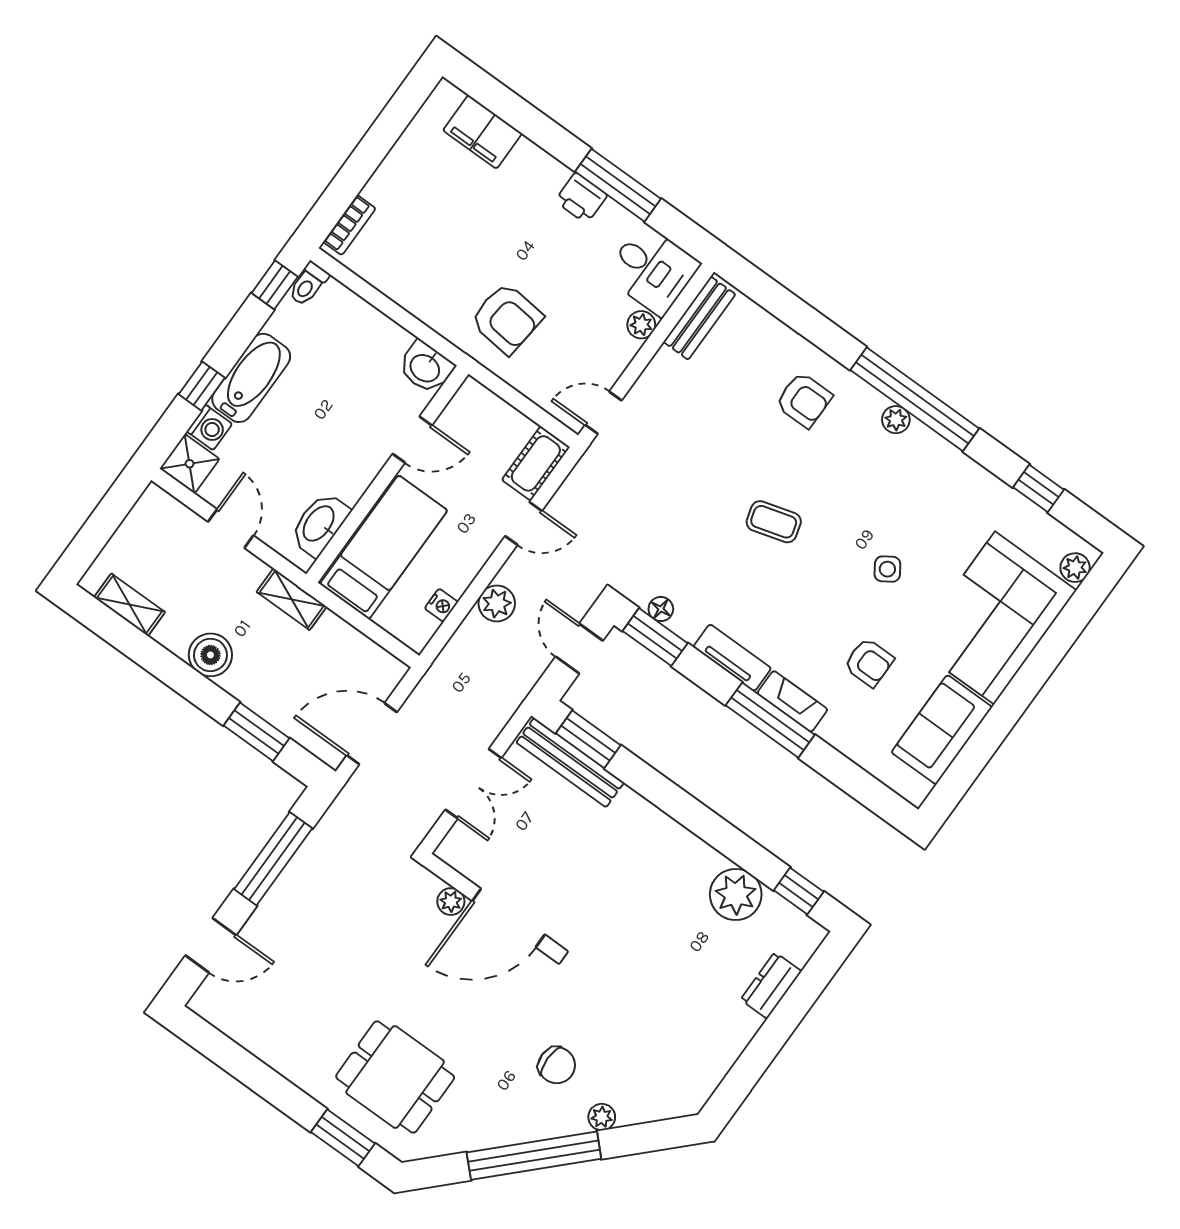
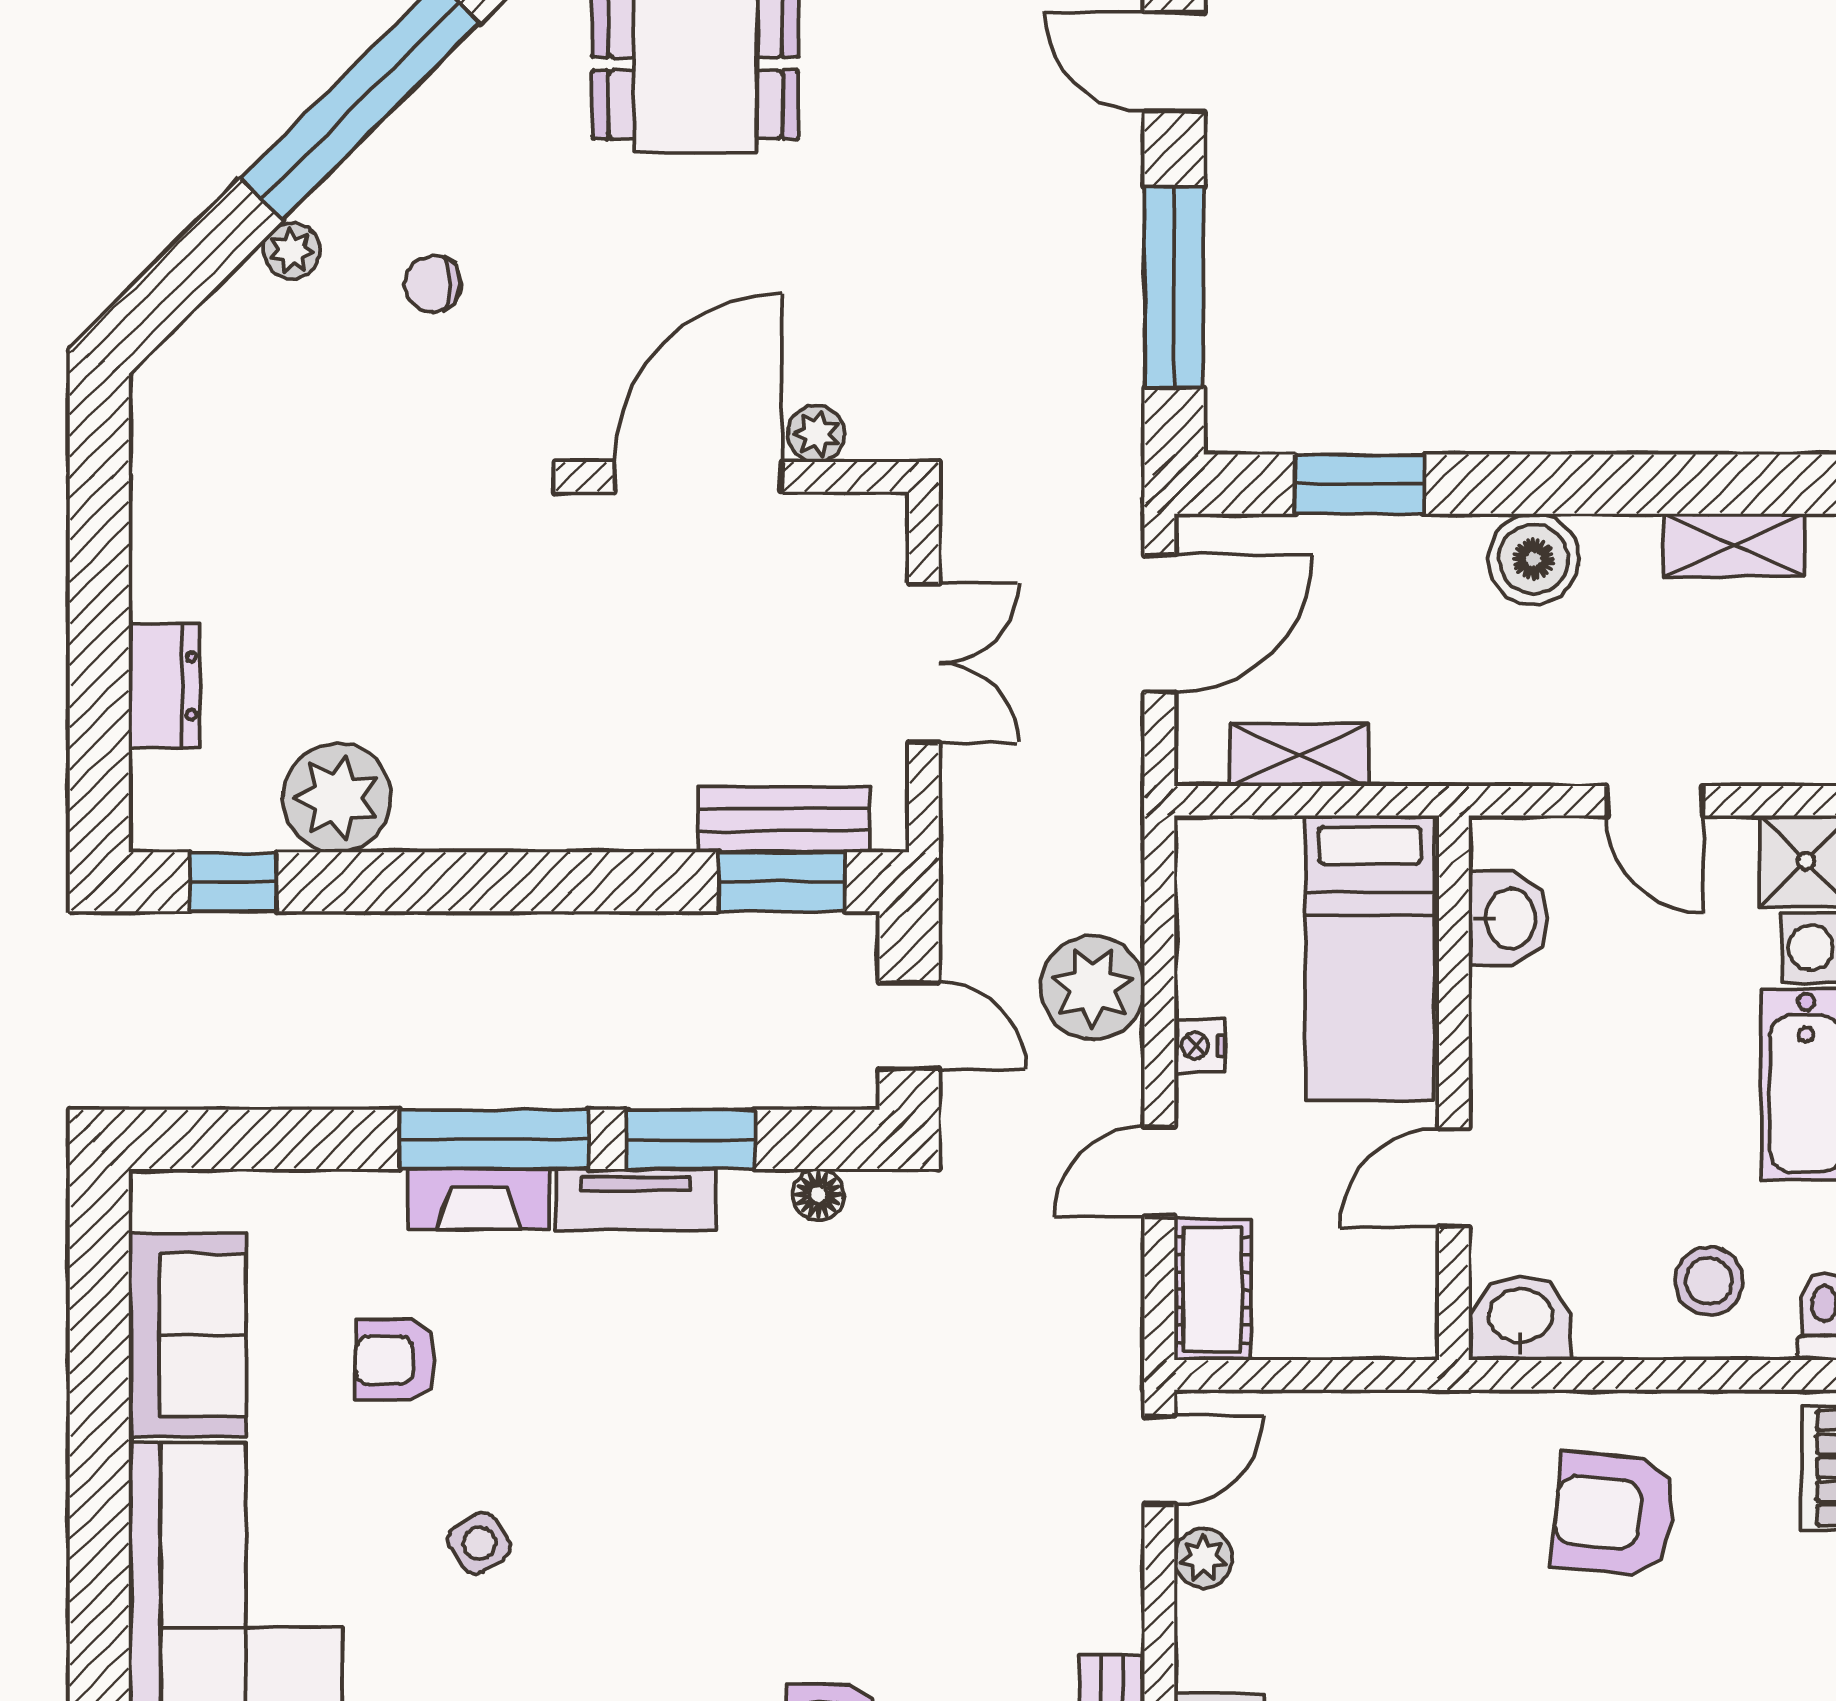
armchair: (507, 319) -> (1614, 1514), moved
plant: (641, 325) -> (1203, 1558), moved
stool: (343, 329) -> (1709, 1281), added
coffee table: (774, 522) -> (733, 1484), removed
washbasin: (320, 524) -> (1508, 918), width x0.72
shelving: (292, 599) -> (1299, 755), moved
plant: (497, 603) -> (1093, 987), width x1.36, depth x1.36
nightstand: (441, 605) -> (1199, 1046), moved
window: (655, 637) -> (691, 1139), moved
bench: (570, 763) -> (784, 819), width x0.73
double door: (473, 784) -> (924, 663), swing flipped
door: (211, 945) -> (1174, 62), hinge flipped
chair: (557, 1065) -> (433, 284), width x0.73, depth x0.73

